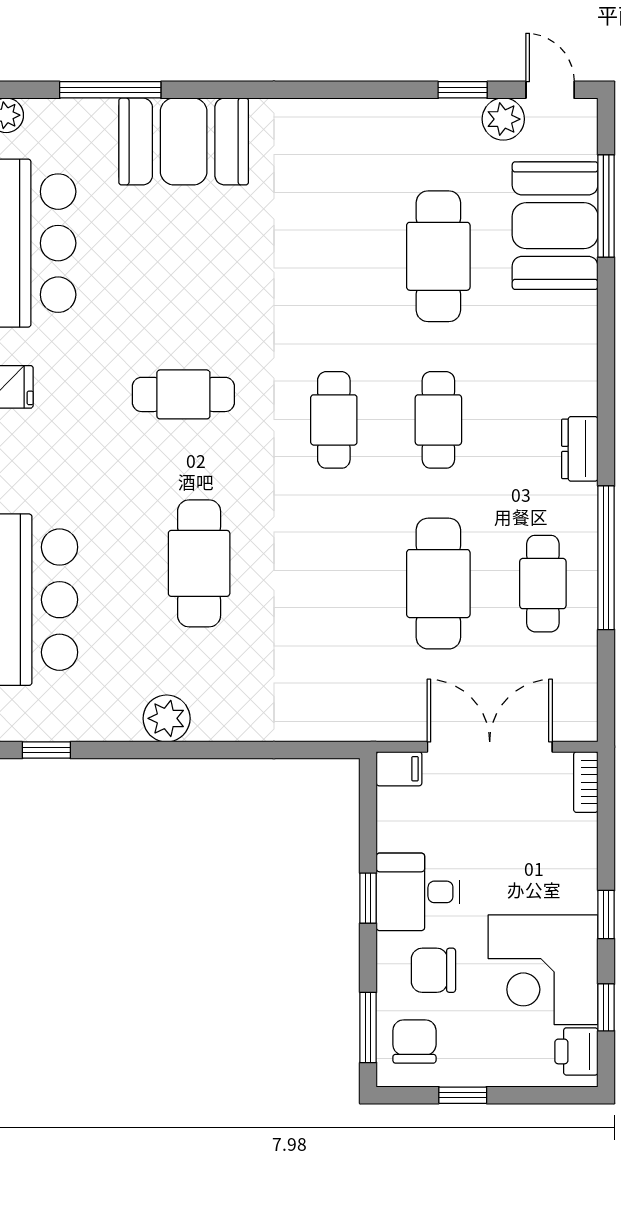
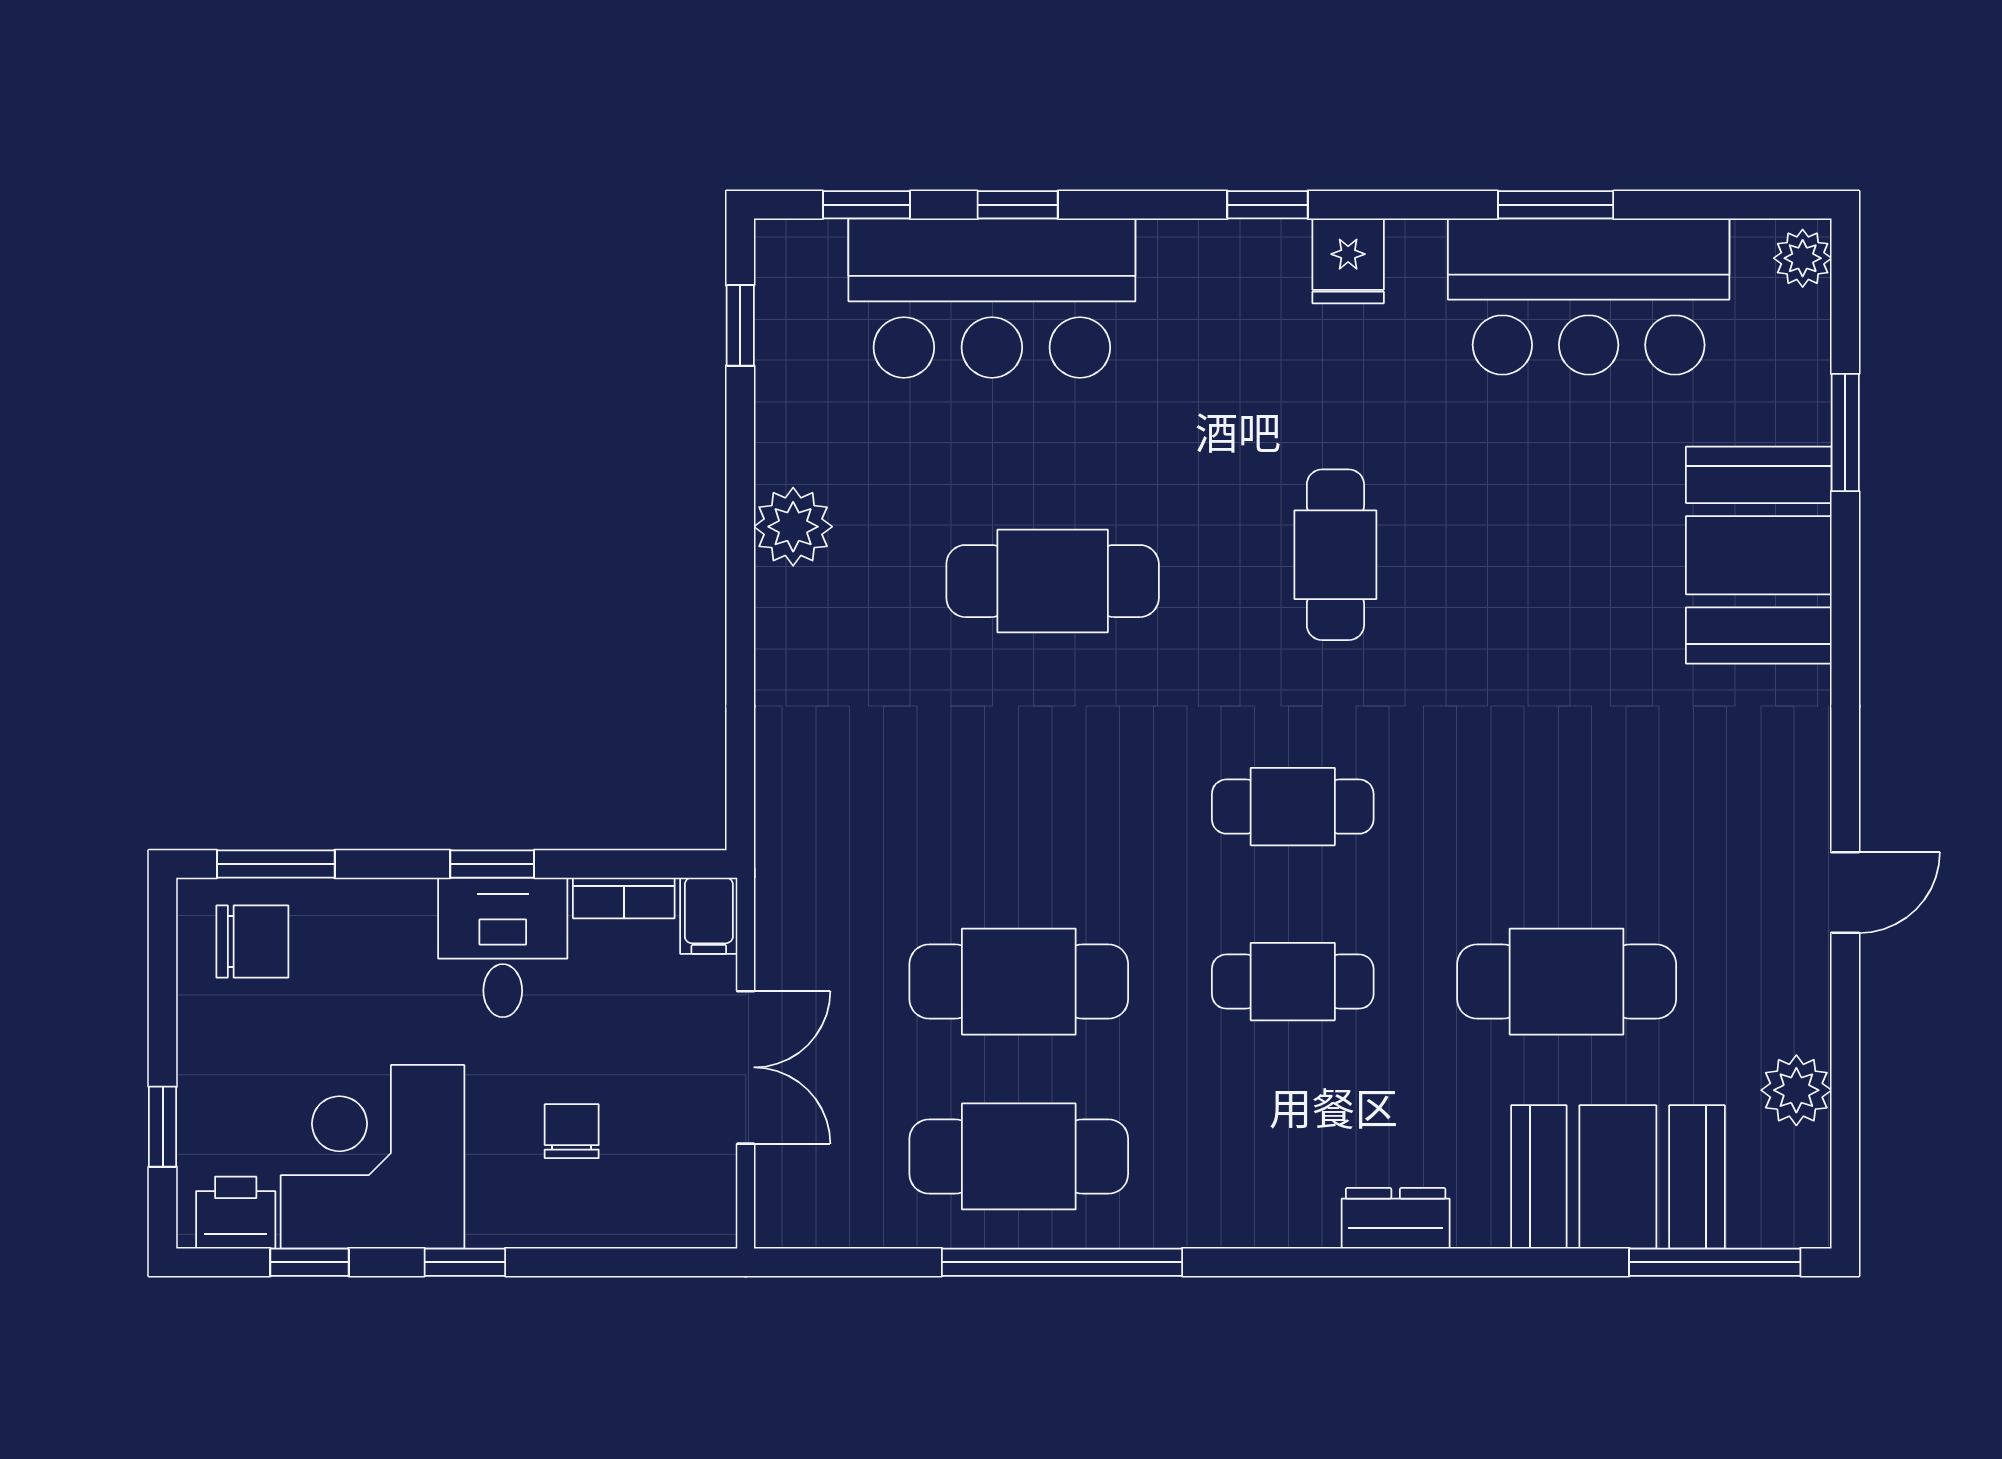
window: (110, 90) -> (1845, 432), width x0.69
window: (463, 90) -> (1845, 1022), removed
door: (550, 90) -> (1845, 893), moved
window: (606, 206) -> (1715, 1262), moved
dresser: (580, 449) -> (1396, 1218), moved
cafe table: (543, 584) -> (1019, 1156), width x1.37, depth x1.35
double door: (490, 747) -> (746, 1067), width x0.73
bookcase: (586, 782) -> (624, 898), moved, turned 180
chair: (433, 970) -> (572, 1131), moved, width x0.73, depth x0.73
window: (463, 1095) -> (163, 1127), moved

